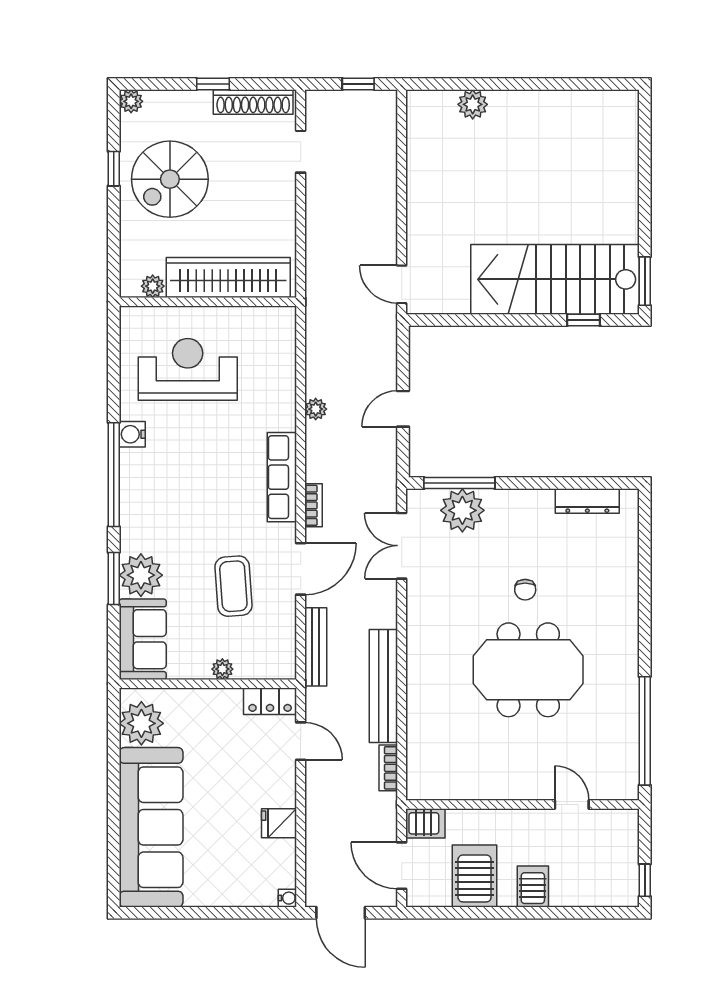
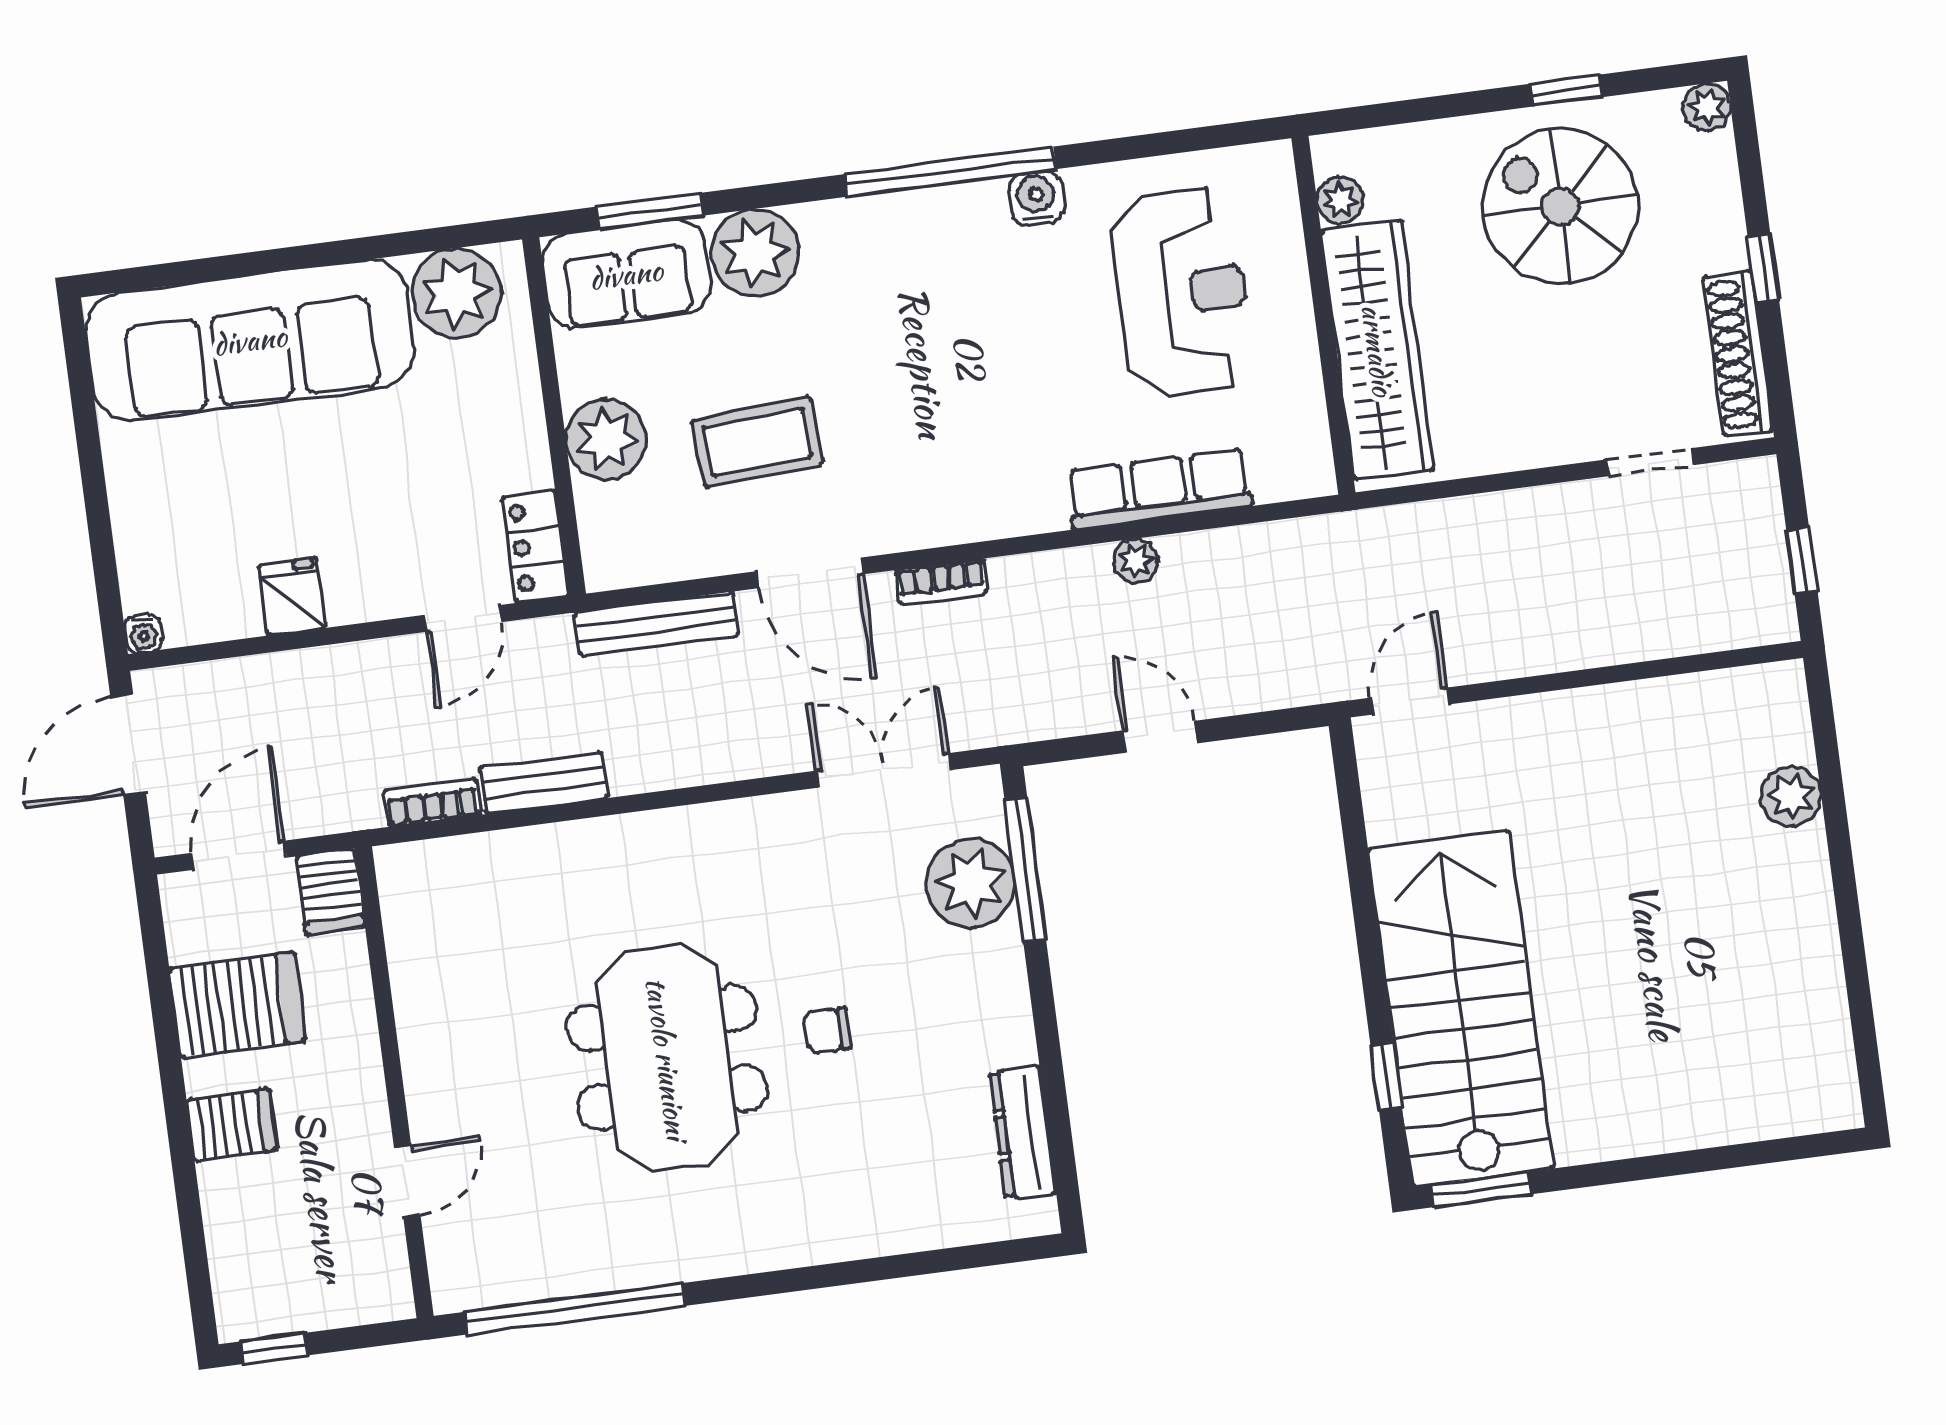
row of seats: (282, 477) -> (1159, 489), moved
window: (114, 578) -> (650, 211), moved
plant: (222, 669) -> (606, 440), width x1.88, depth x1.88
bench: (383, 686) -> (544, 783), width x0.54, depth x0.82

